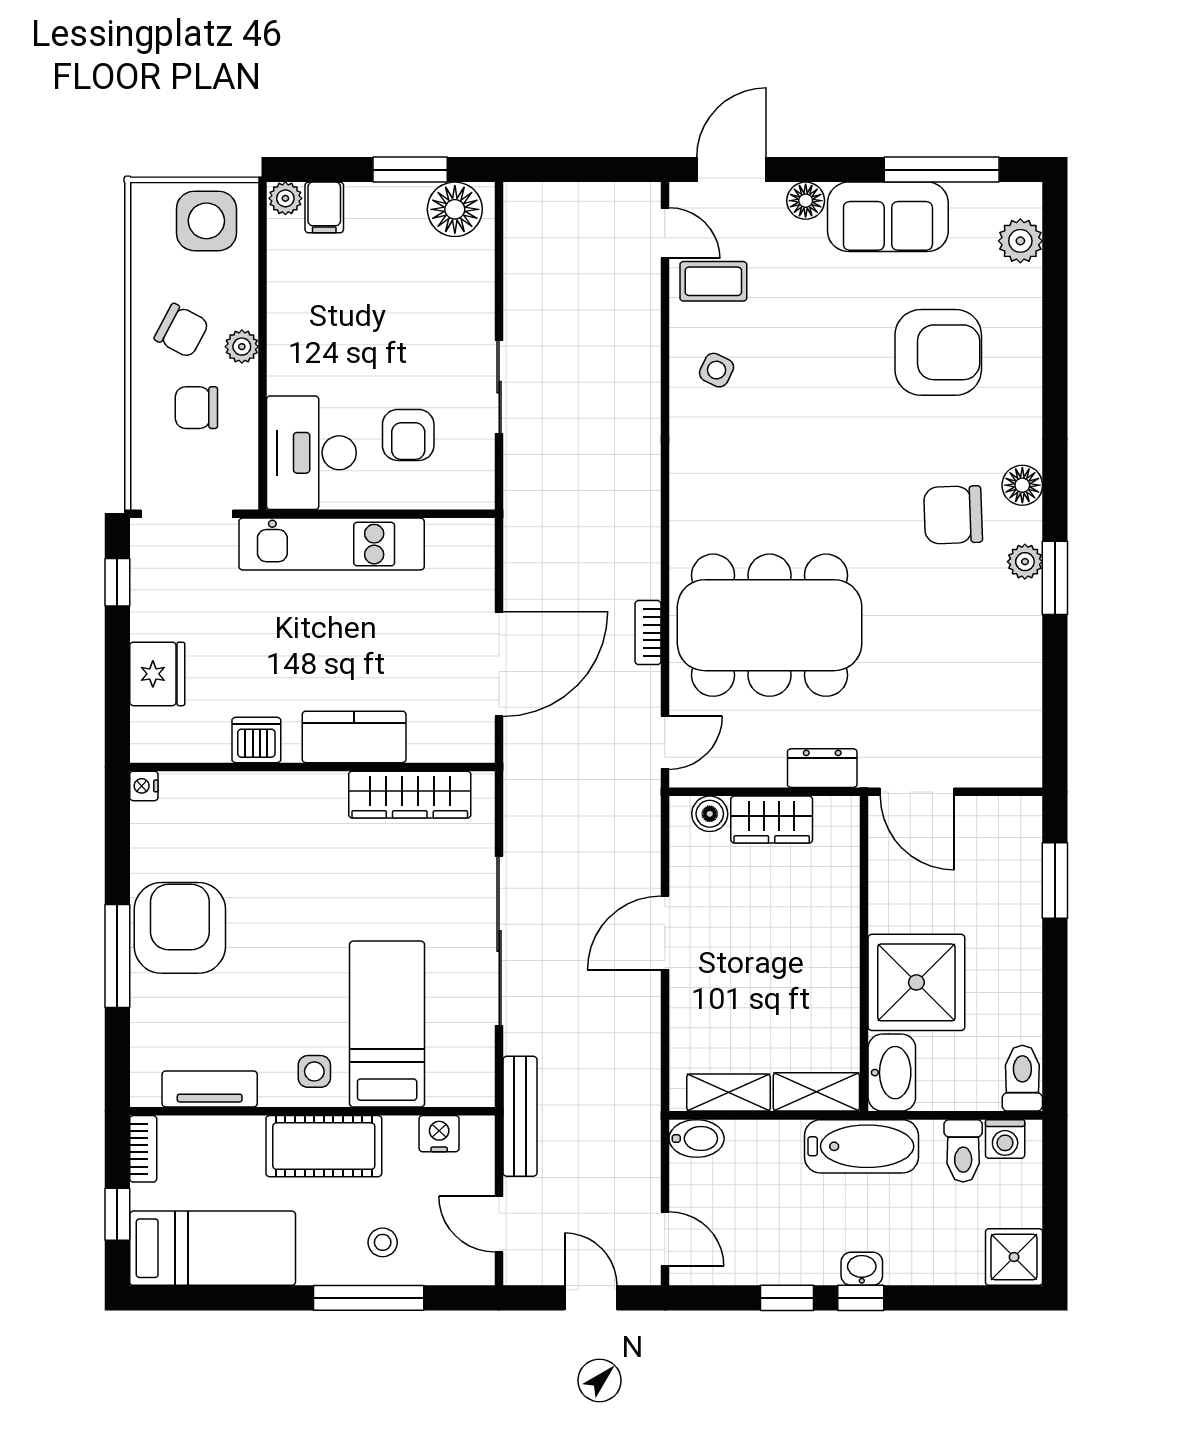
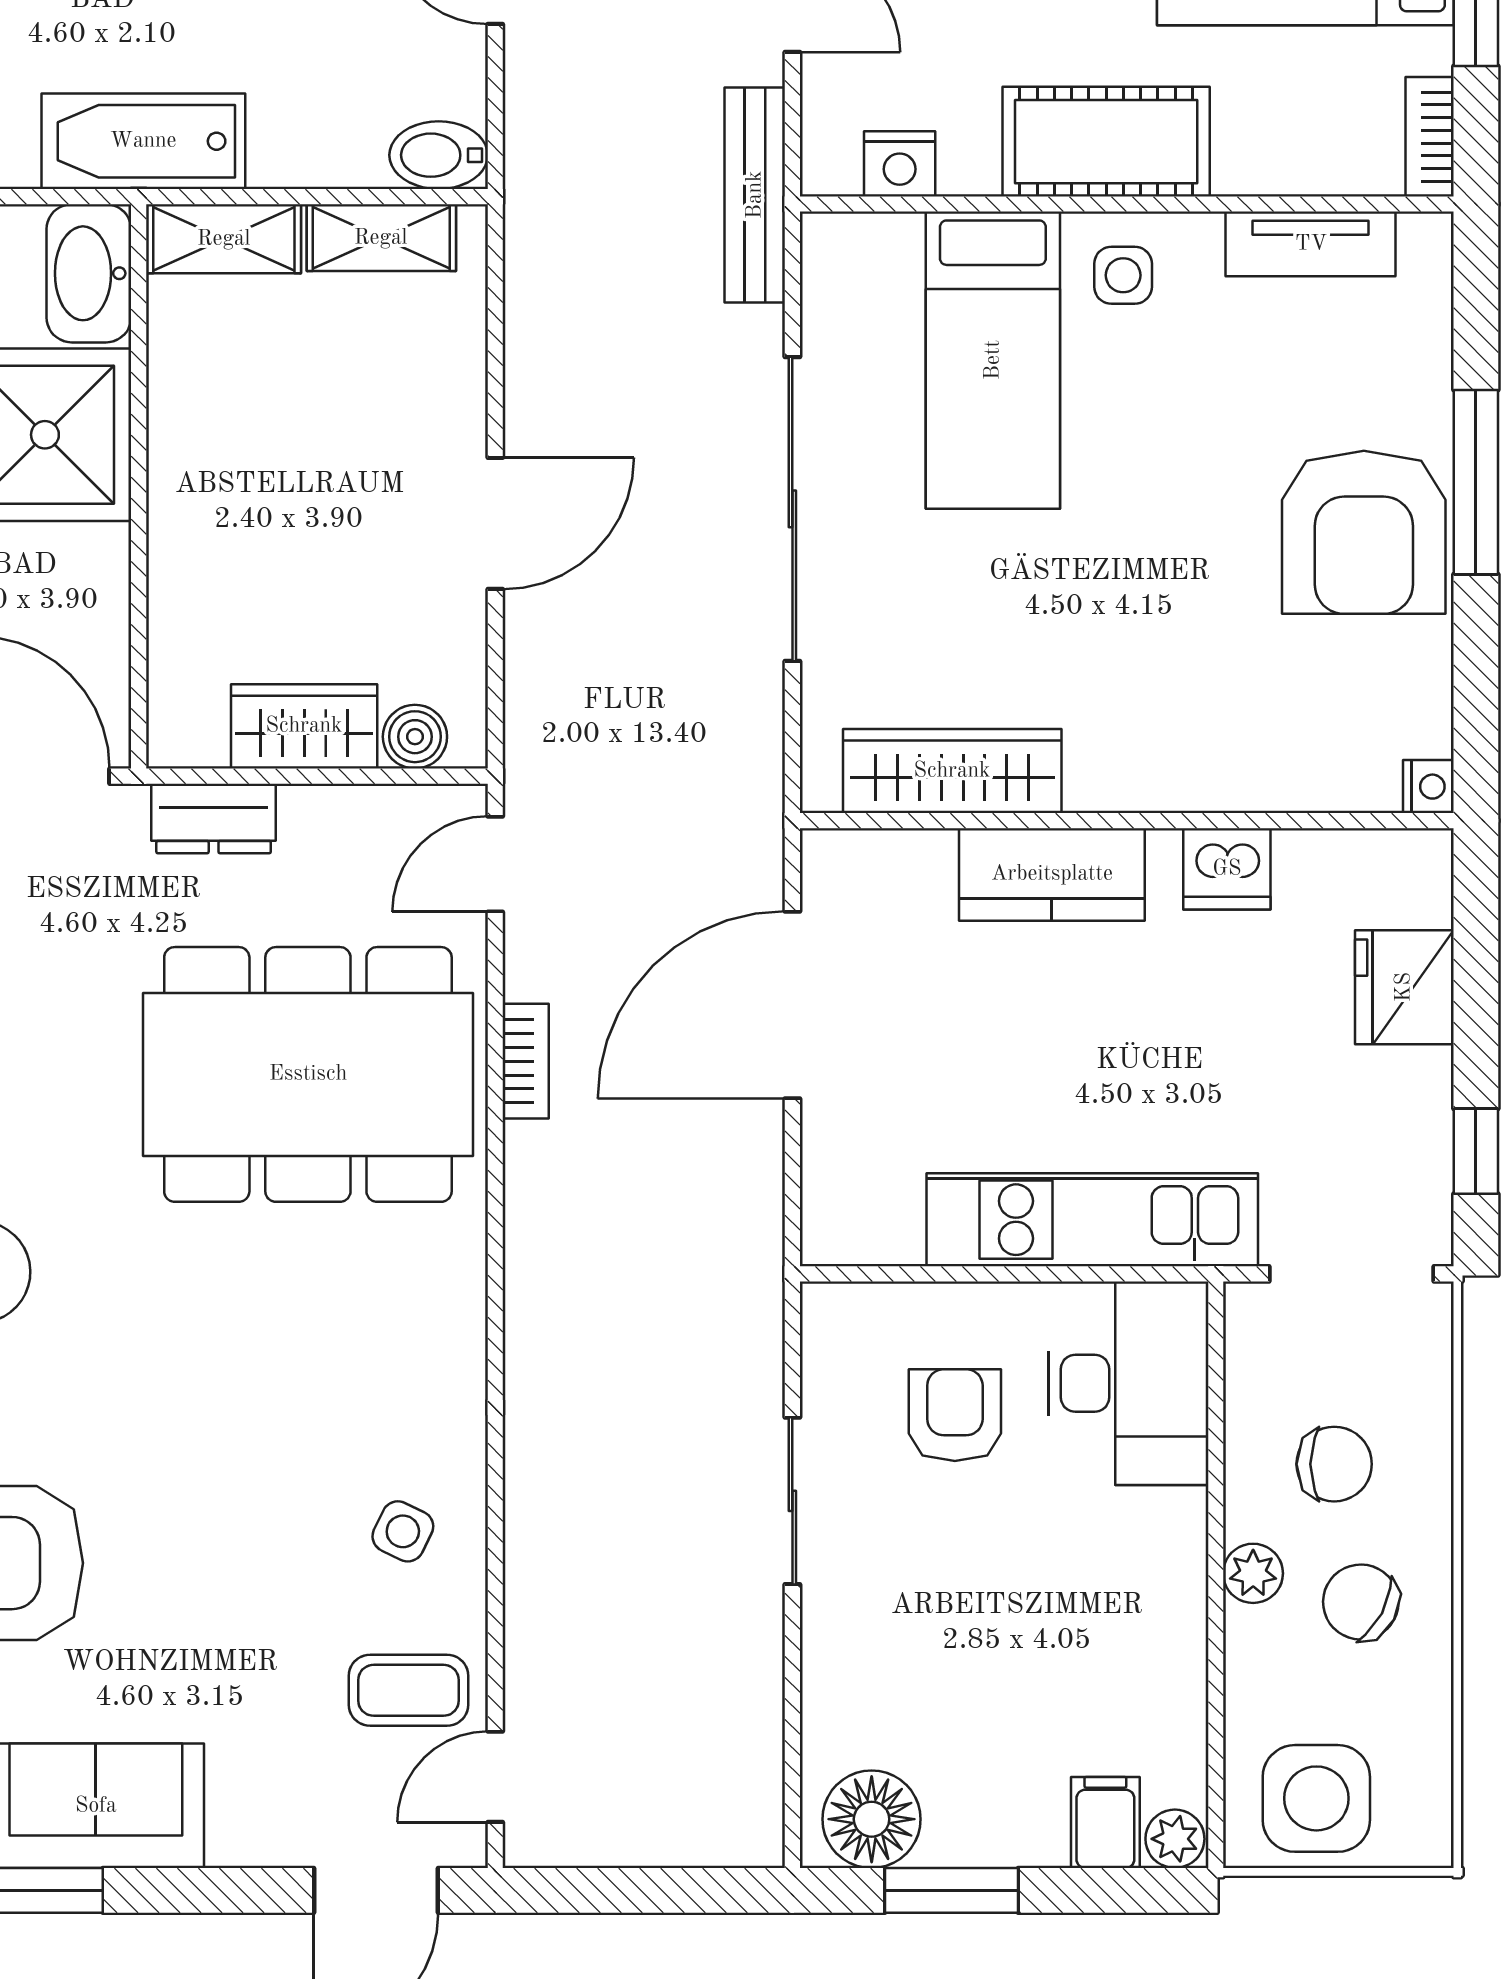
floor lamp: (806, 201) -> (243, 1835), removed
door: (665, 233) -> (495, 1777), hinge flipped

